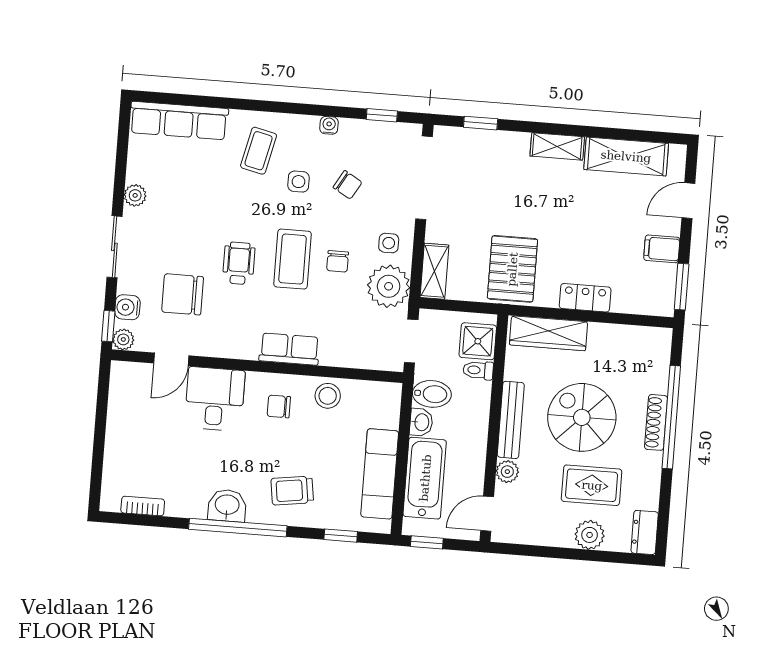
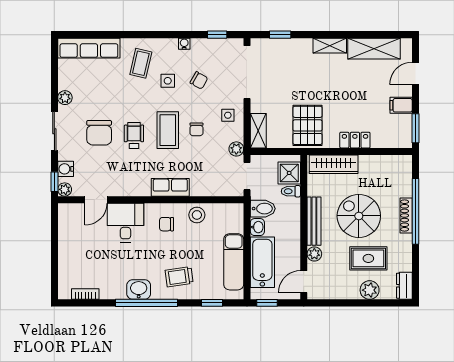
plant: (389, 286) -> (236, 149), width x0.53, depth x0.53
chair: (183, 294) -> (99, 133), moved, turned -90

